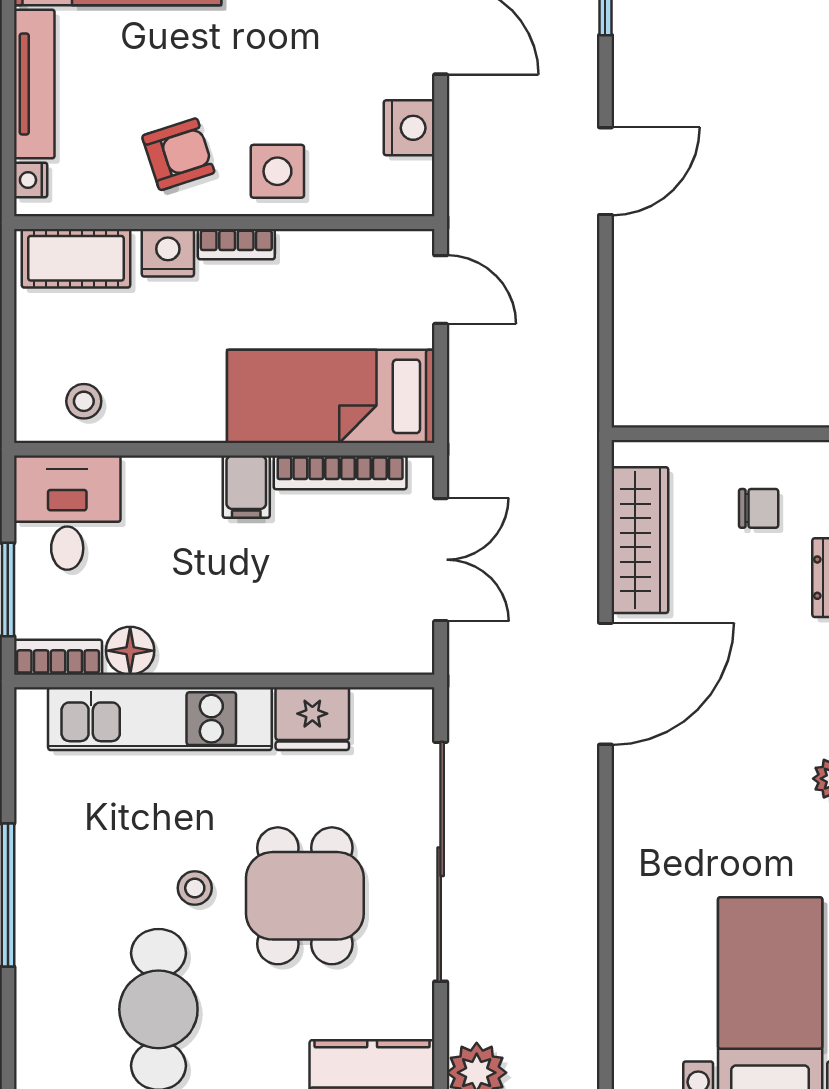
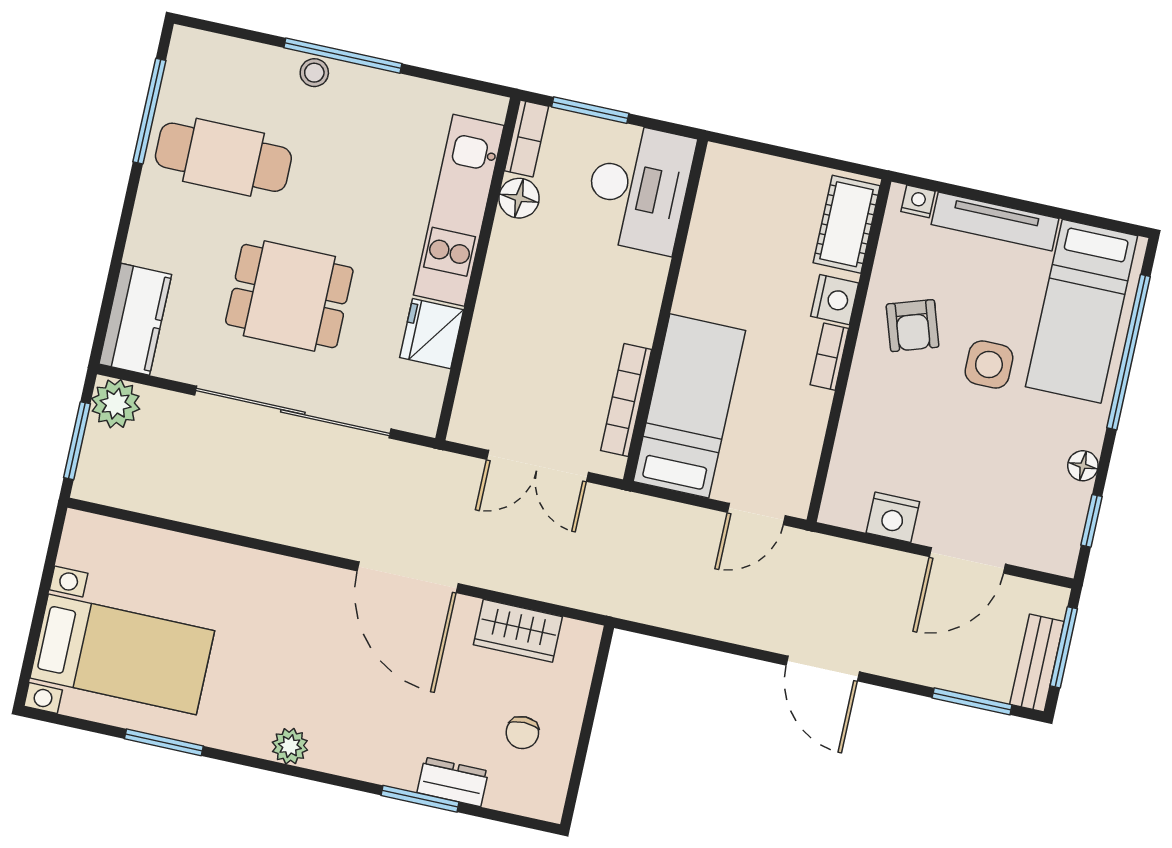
side table: (277, 171) -> (989, 365), moved
stool: (84, 401) -> (729, 205), removed
filing cabinet: (246, 487) -> (631, 321), removed
desk: (67, 513) -> (638, 188), width x1.37
wardrobe: (640, 540) -> (518, 631), width x0.67
stool: (195, 888) -> (314, 73), moved

